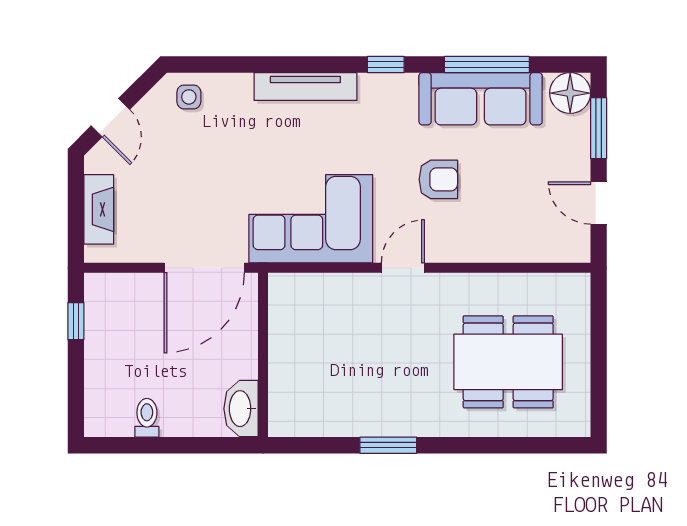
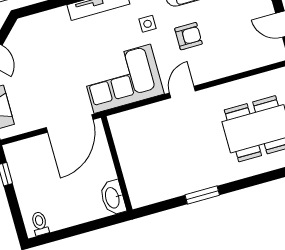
side table: (189, 97) -> (148, 24), moved
toilet: (147, 418) -> (40, 224), moved

